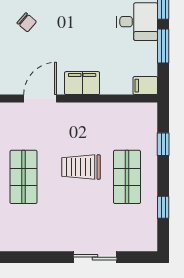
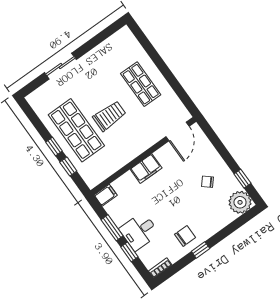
door: (40, 99) -> (178, 132), moved
shop shelf: (127, 177) -> (76, 130), width x1.43, depth x1.36
window: (163, 207) -> (54, 147), moved

